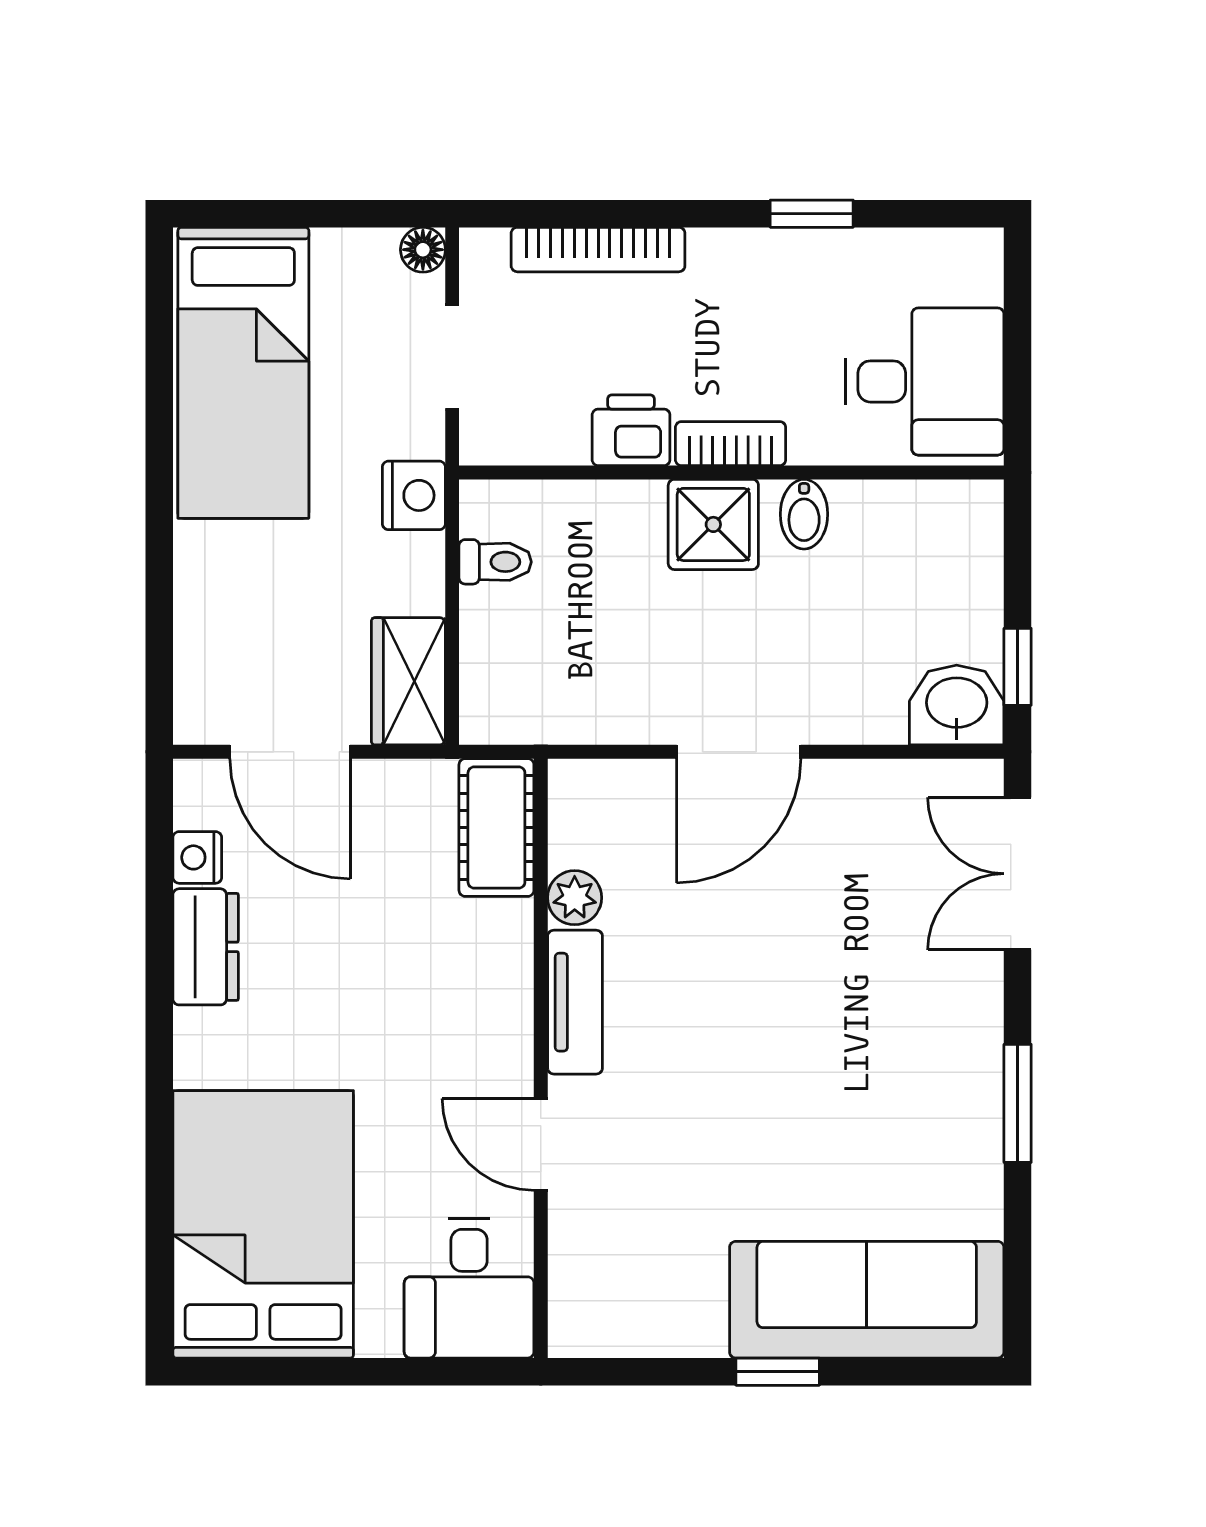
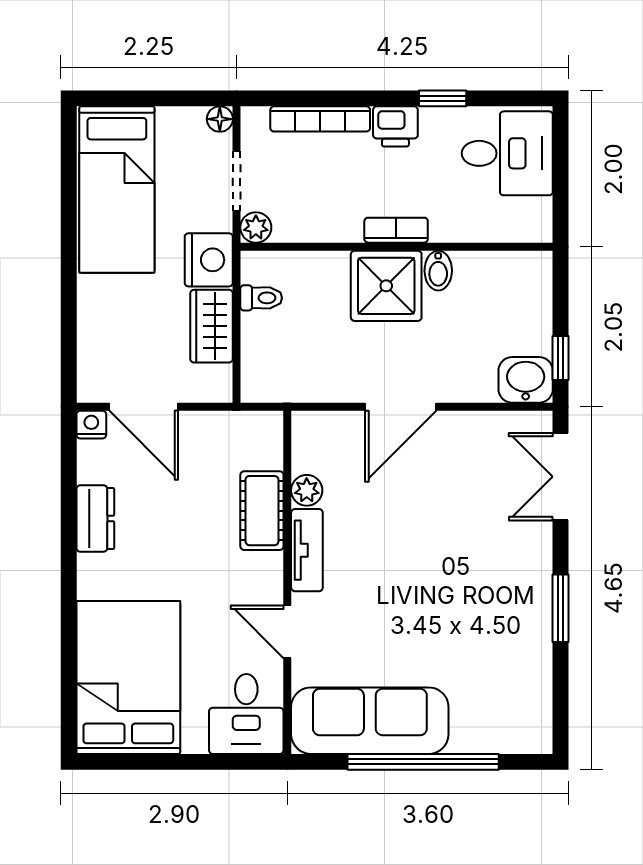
desk: (925, 381) -> (507, 153), moved
printer: (631, 430) -> (395, 126), moved, turned 180
plant: (486, 439) -> (256, 227), added
nightstand: (414, 495) -> (209, 260), width x1.36, depth x1.33
shower: (713, 524) -> (386, 286), width x1.36, depth x1.36
wardrobe: (408, 681) -> (211, 326), moved
cot: (496, 828) -> (262, 511), moved
nightstand: (197, 857) -> (91, 425), moved, turned 90
sofa: (867, 1300) -> (370, 721), moved
window: (778, 1372) -> (423, 762), width x3.17

